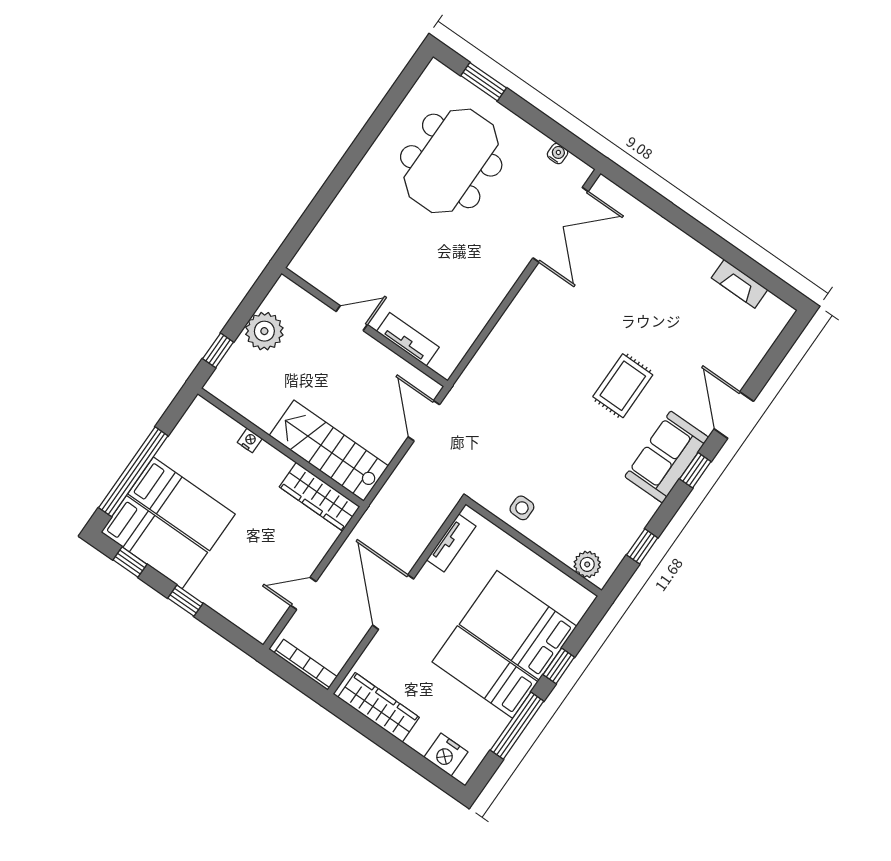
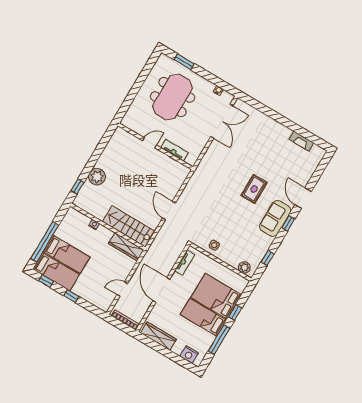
door: (352, 318) -> (149, 143), moved
wall: (365, 327) -> (155, 146), moved
tv unit: (408, 339) -> (175, 150), moved

